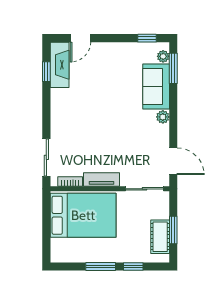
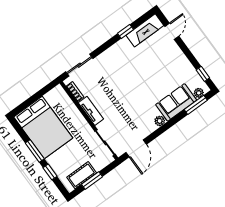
door: (80, 38) -> (172, 31), swing flipped
window: (46, 72) -> (125, 31), moved
bed: (83, 215) -> (43, 128), moved

